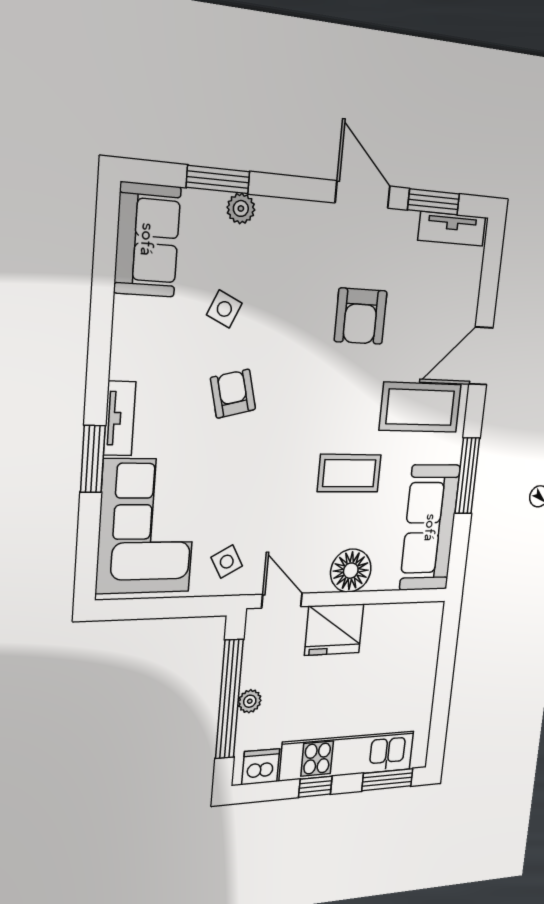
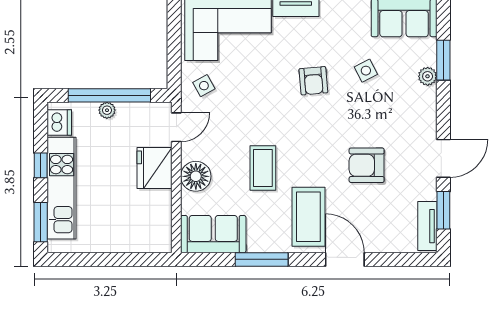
side table: (224, 309) -> (366, 71), turned 38
armchair: (233, 394) -> (313, 81), turned 99
sofa: (430, 528) -> (213, 234), width x0.73

